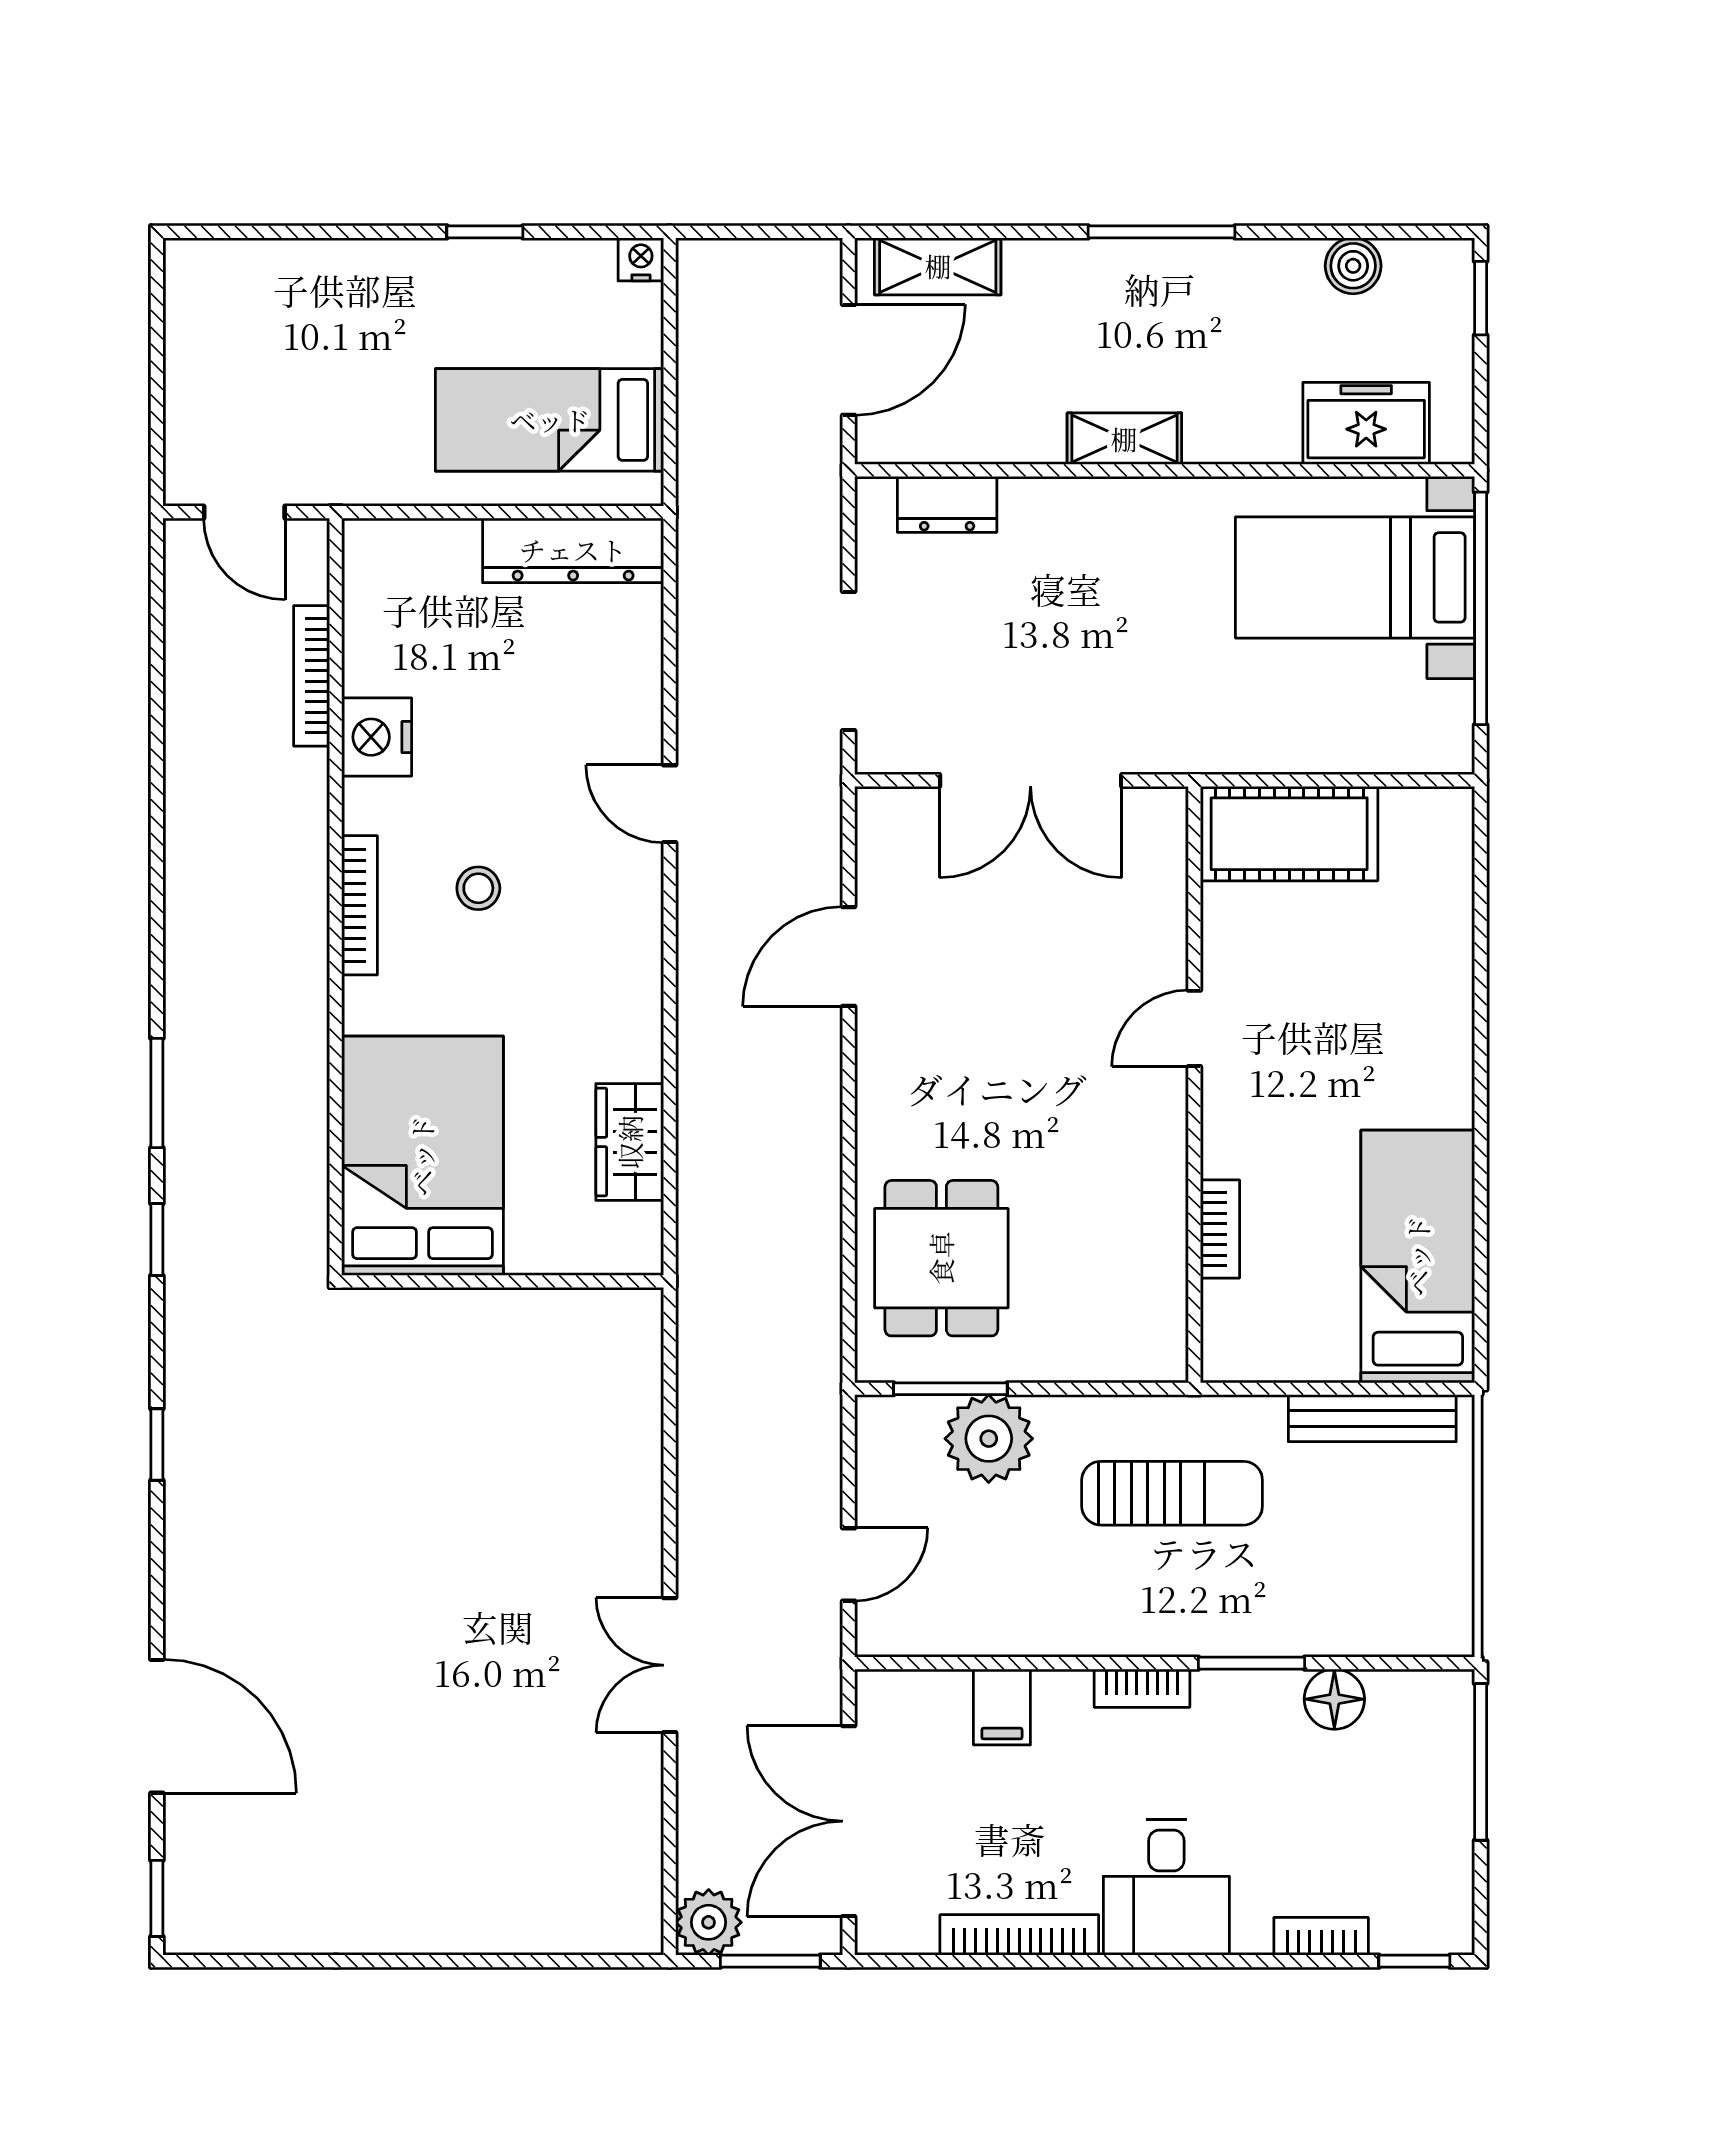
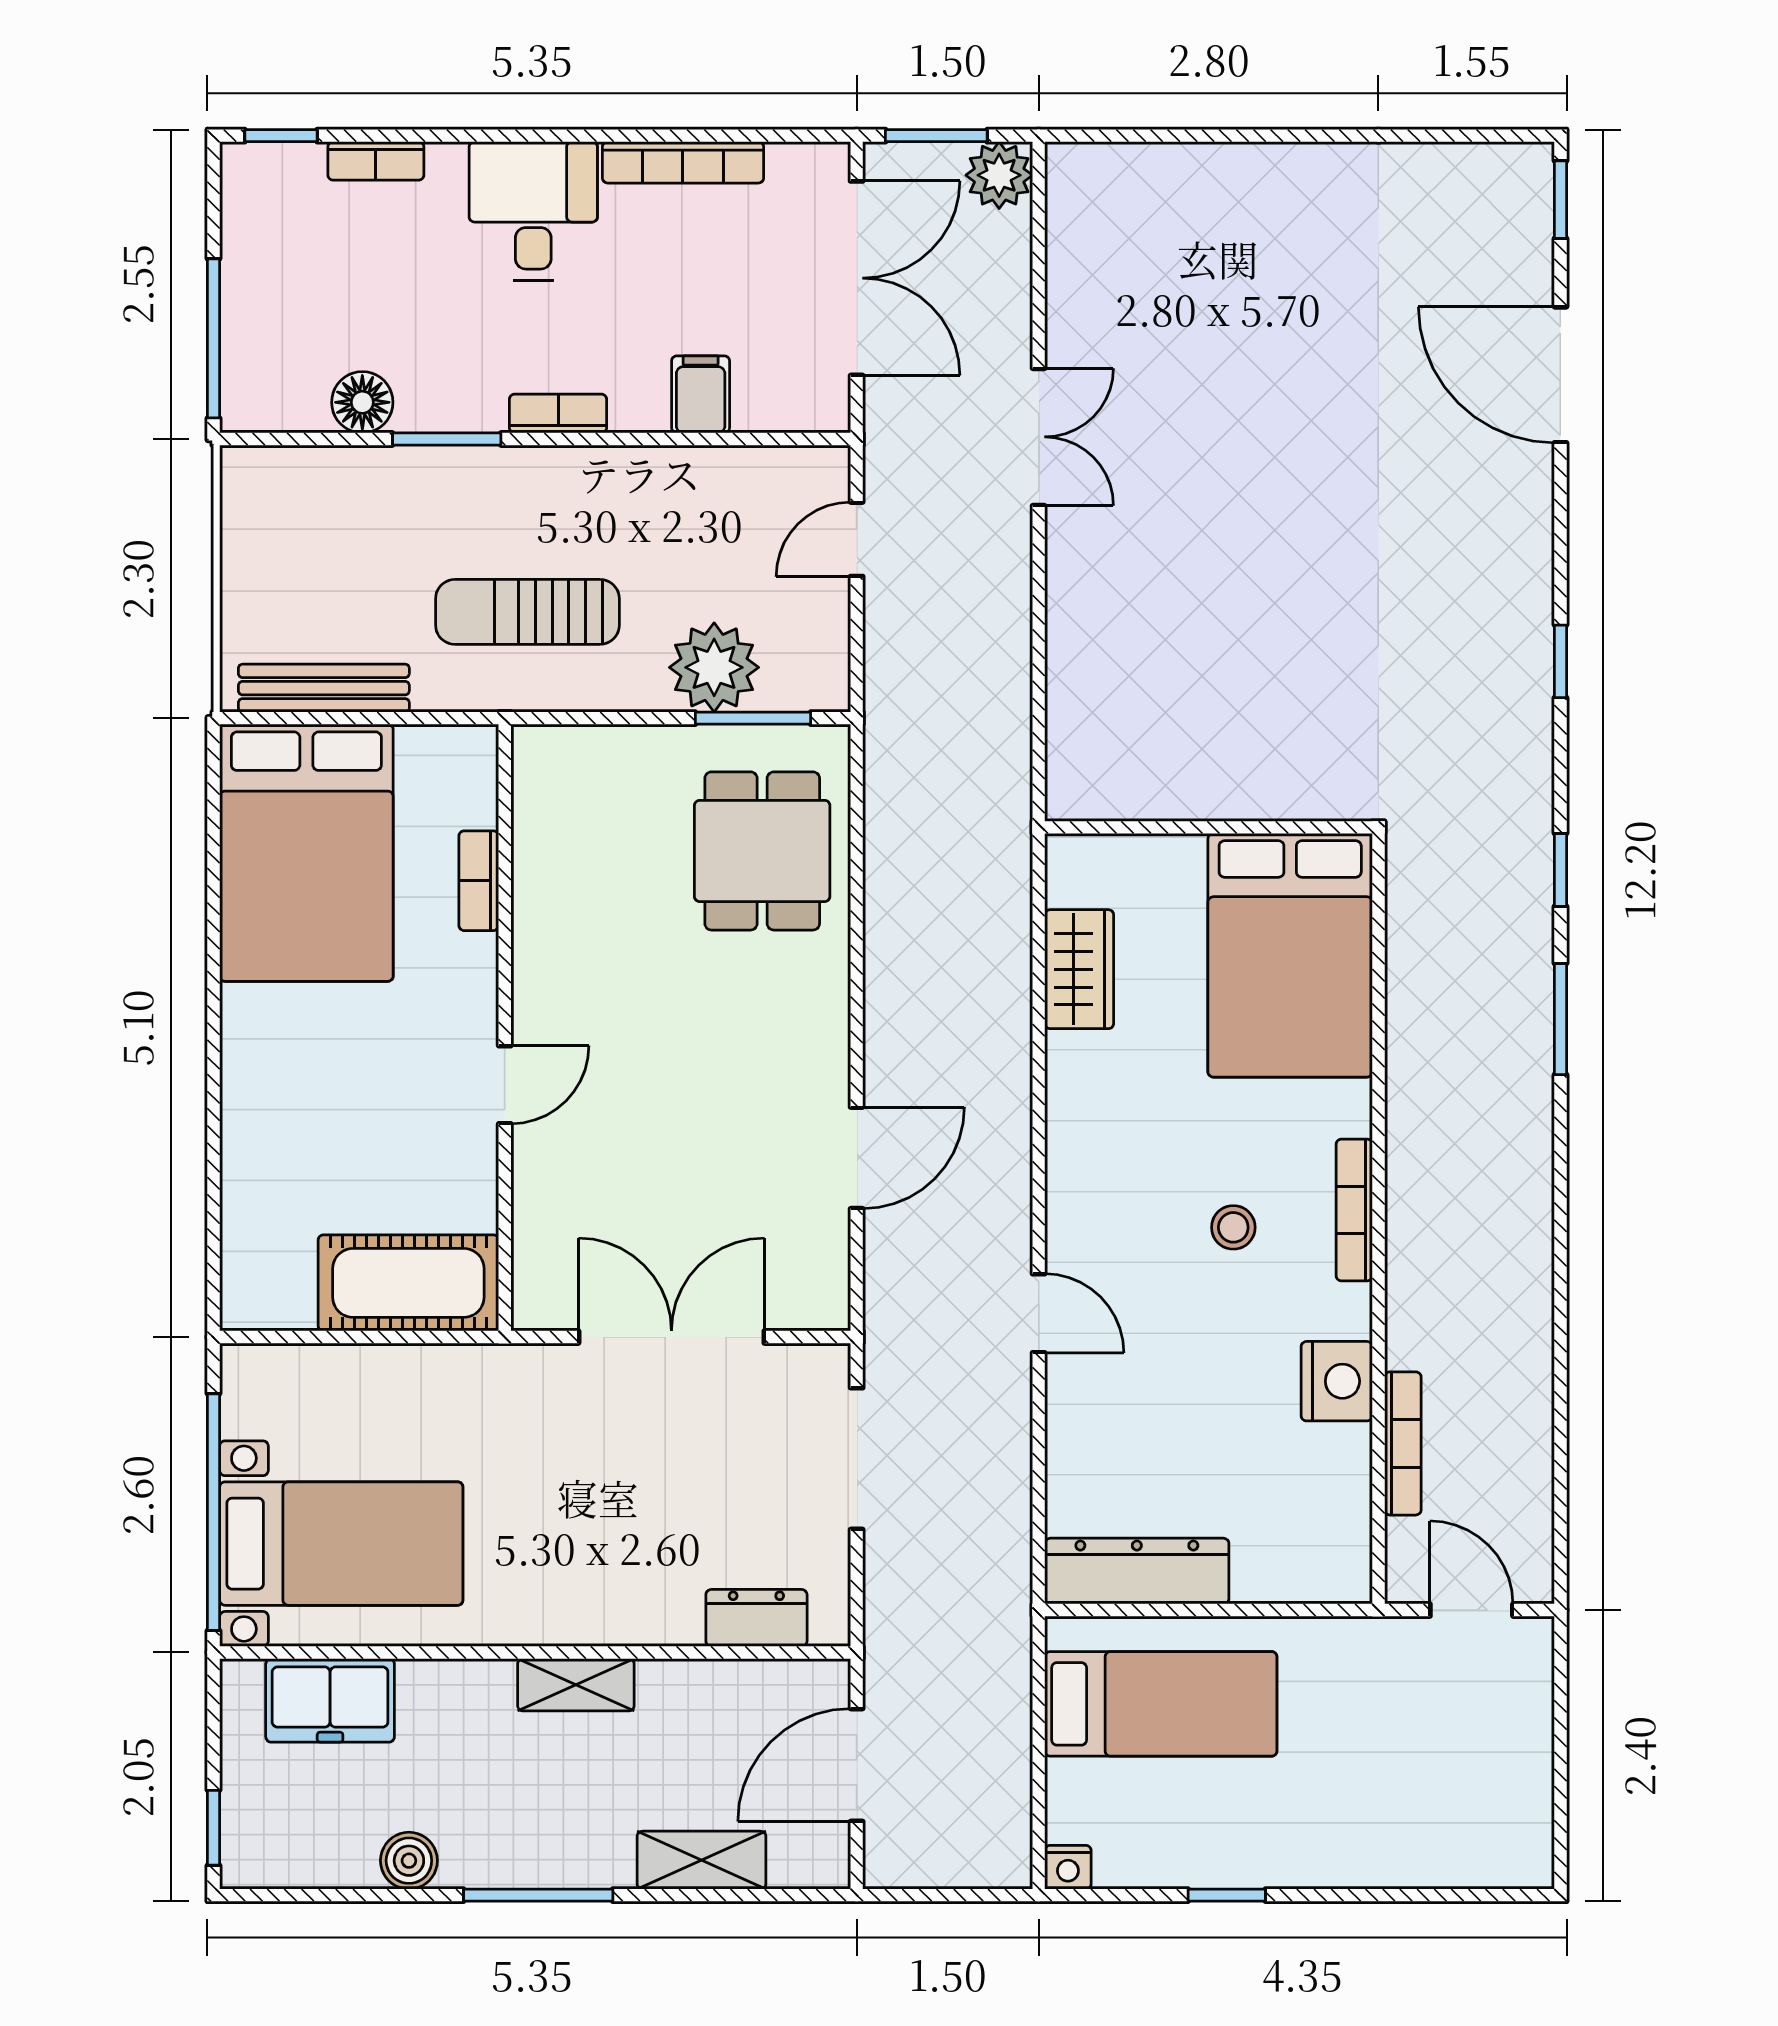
shelving: (938, 266) -> (702, 1860), moved
boiler: (1353, 266) -> (409, 1861), moved
bed: (1418, 1256) -> (306, 853), width x1.50

